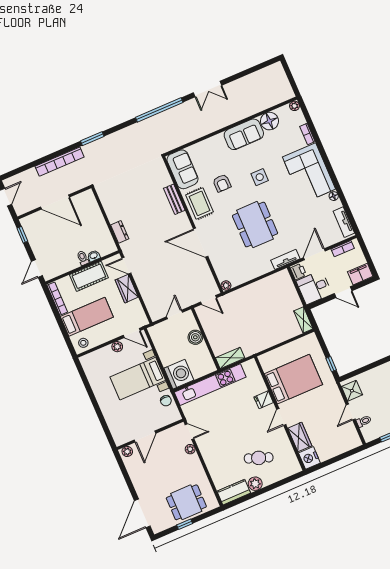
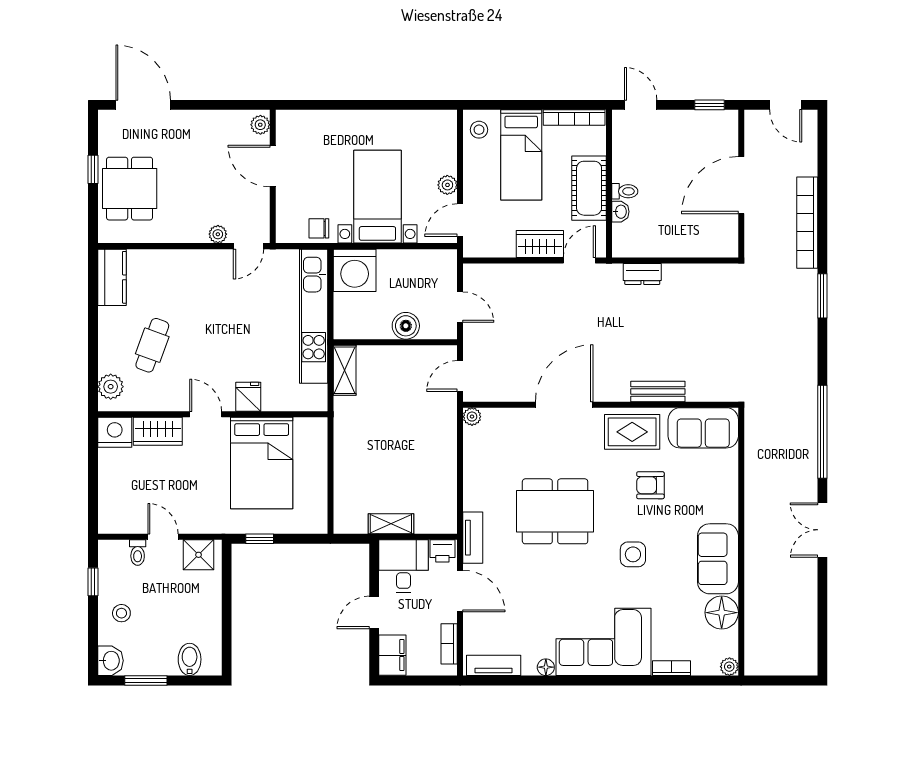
shelving: (303, 320) -> (391, 524), moved
plant: (255, 484) -> (111, 387), moved

